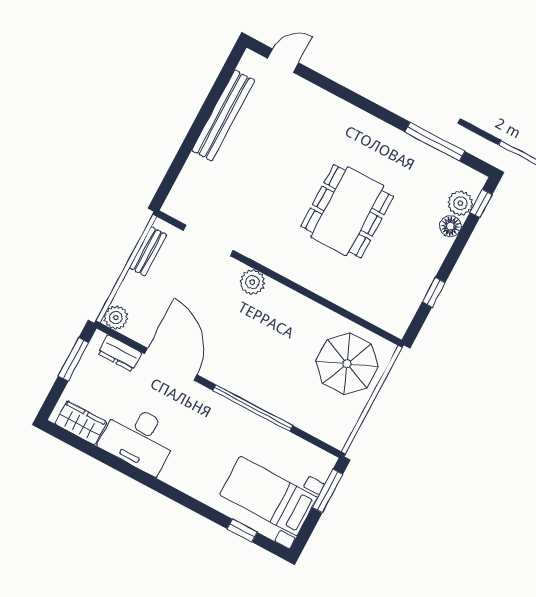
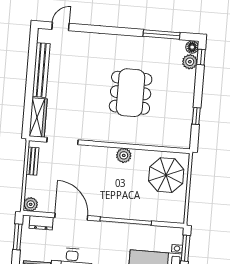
wardrobe: (186, 187) -> (38, 118), added
floor lamp: (450, 226) -> (192, 47), moved
plant: (252, 282) -> (124, 155), moved

